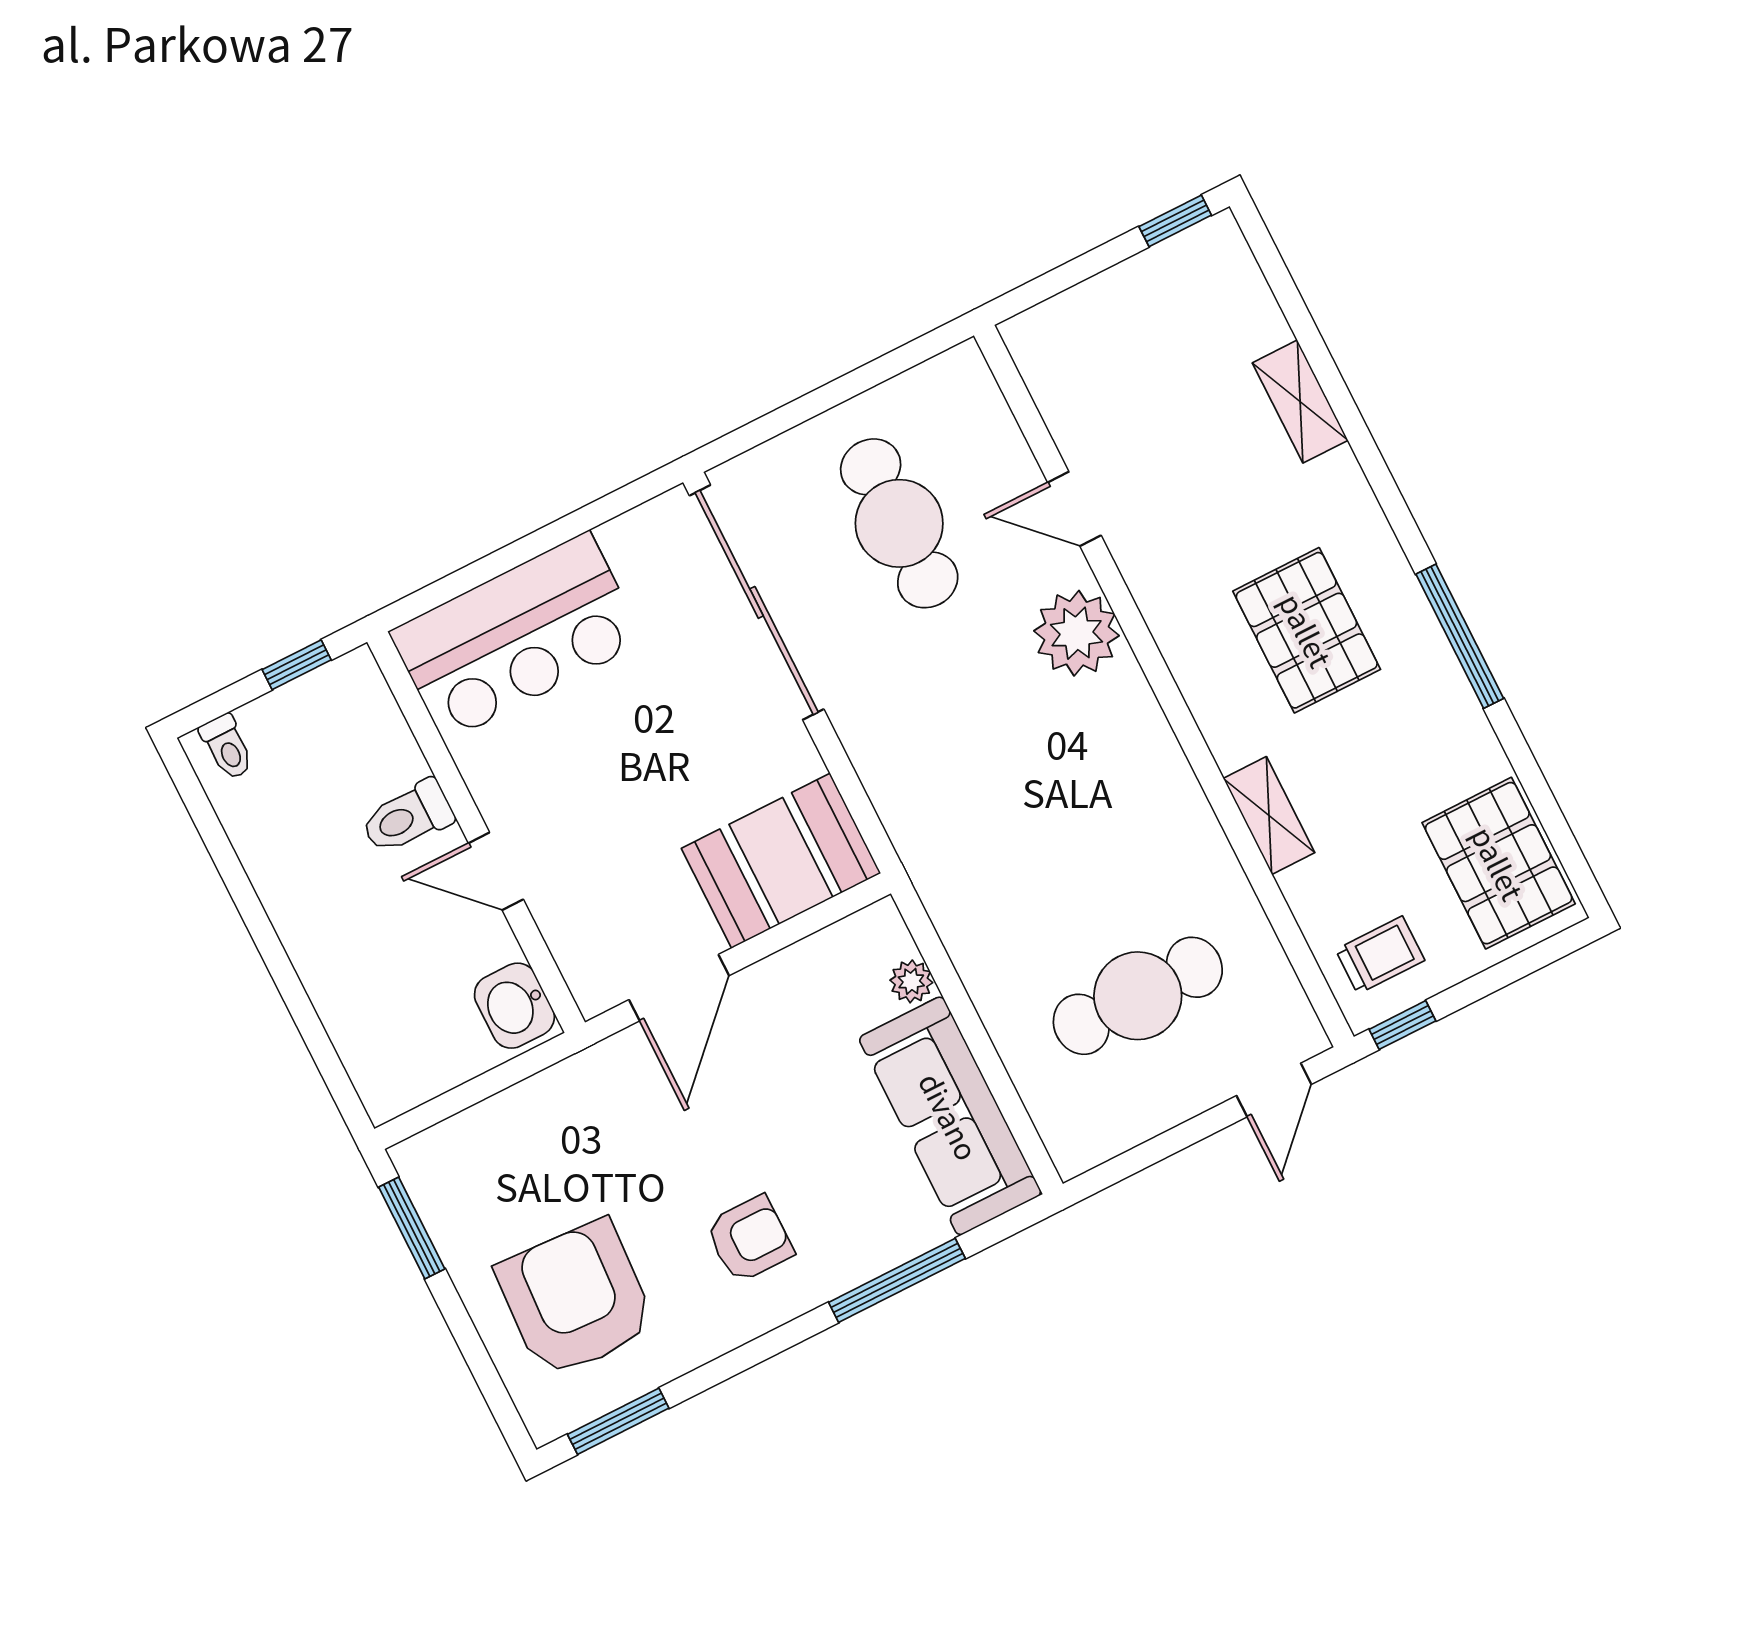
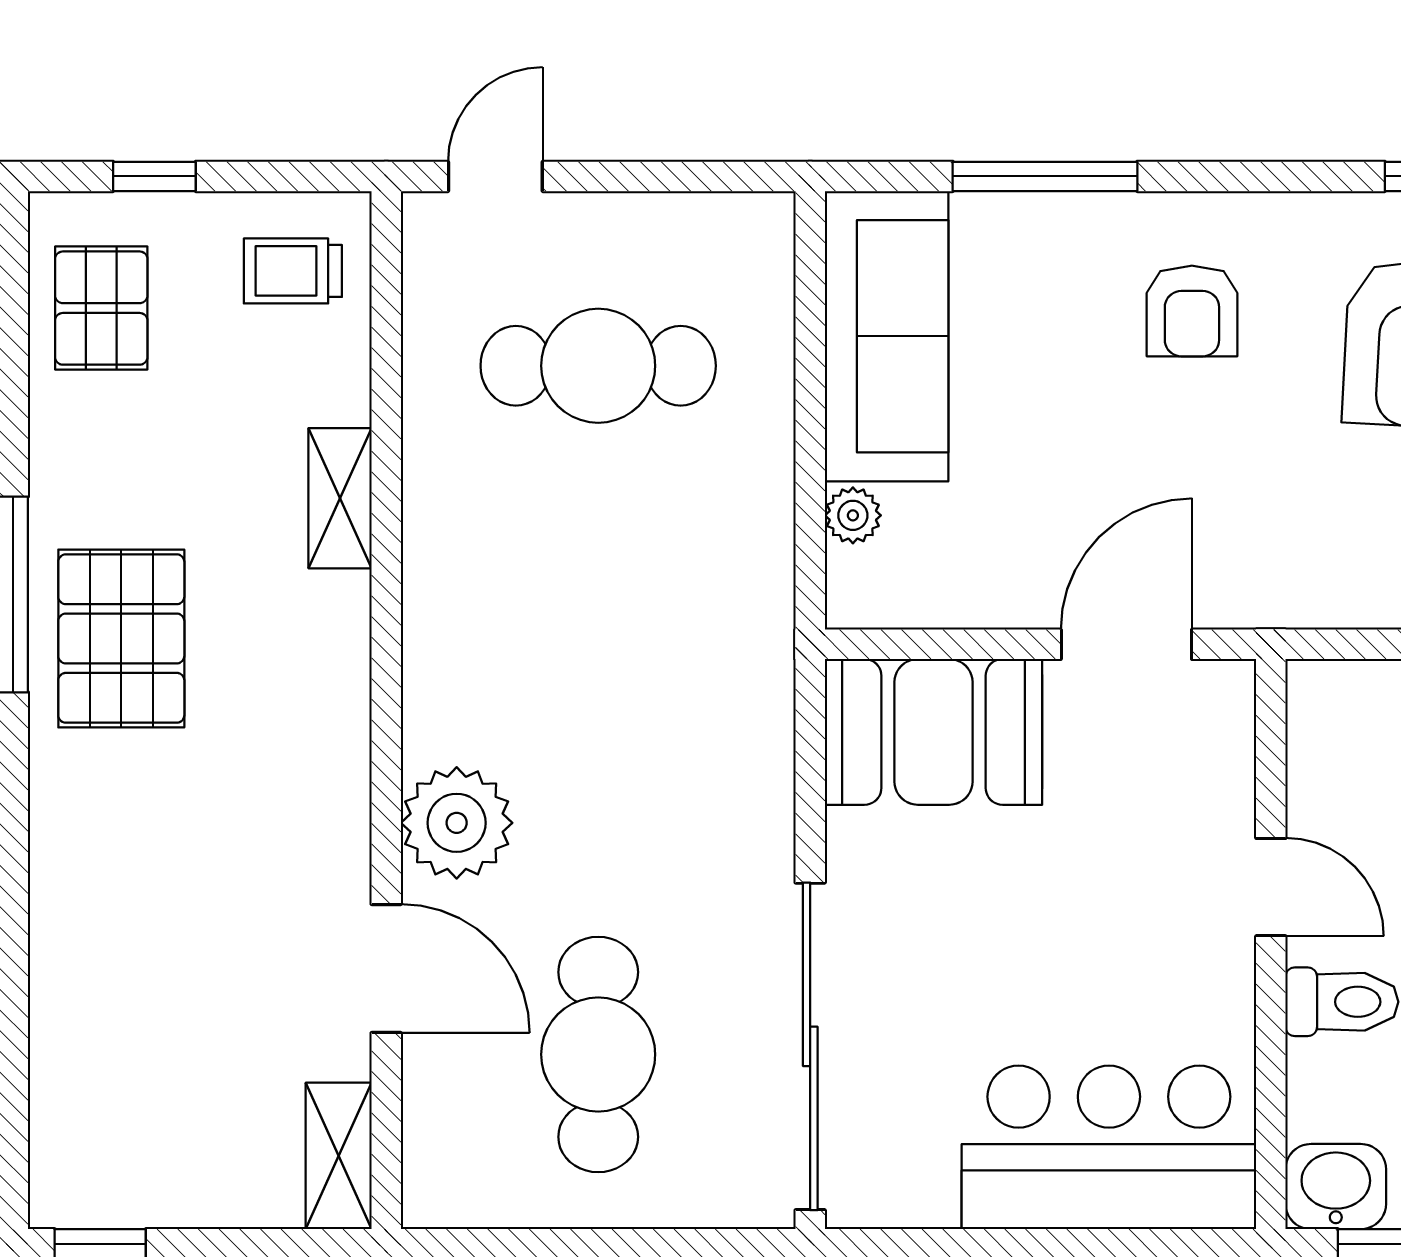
shelving: (1300, 402) -> (339, 1156), moved
door: (1074, 509) -> (386, 968), width x1.38
pallet: (1307, 630) -> (121, 639), moved
pallet: (1499, 863) -> (101, 308), width x0.67, depth x0.71
washbasin: (514, 1006) -> (1336, 1187), moved, turned -90
window: (1402, 1025) -> (154, 176), moved
armchair: (750, 1239) -> (1192, 311), turned -90

